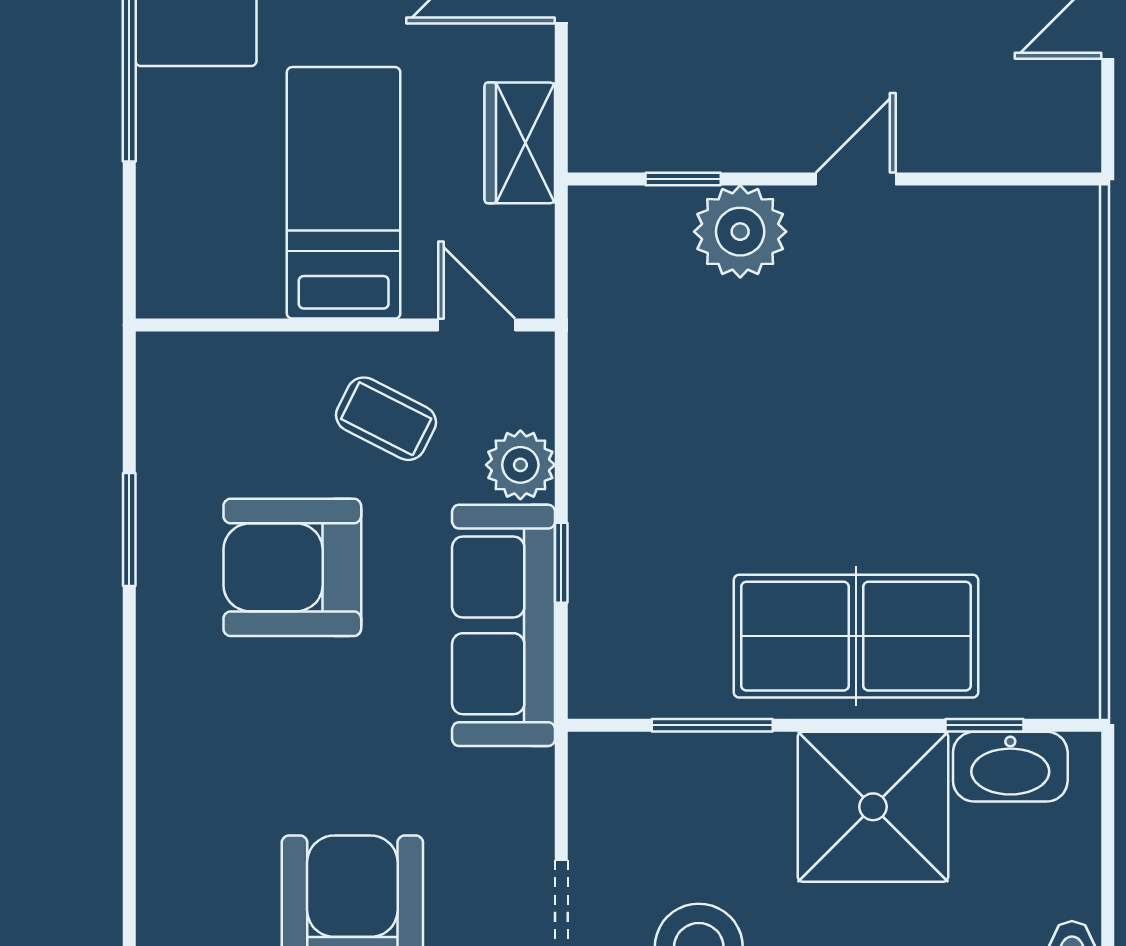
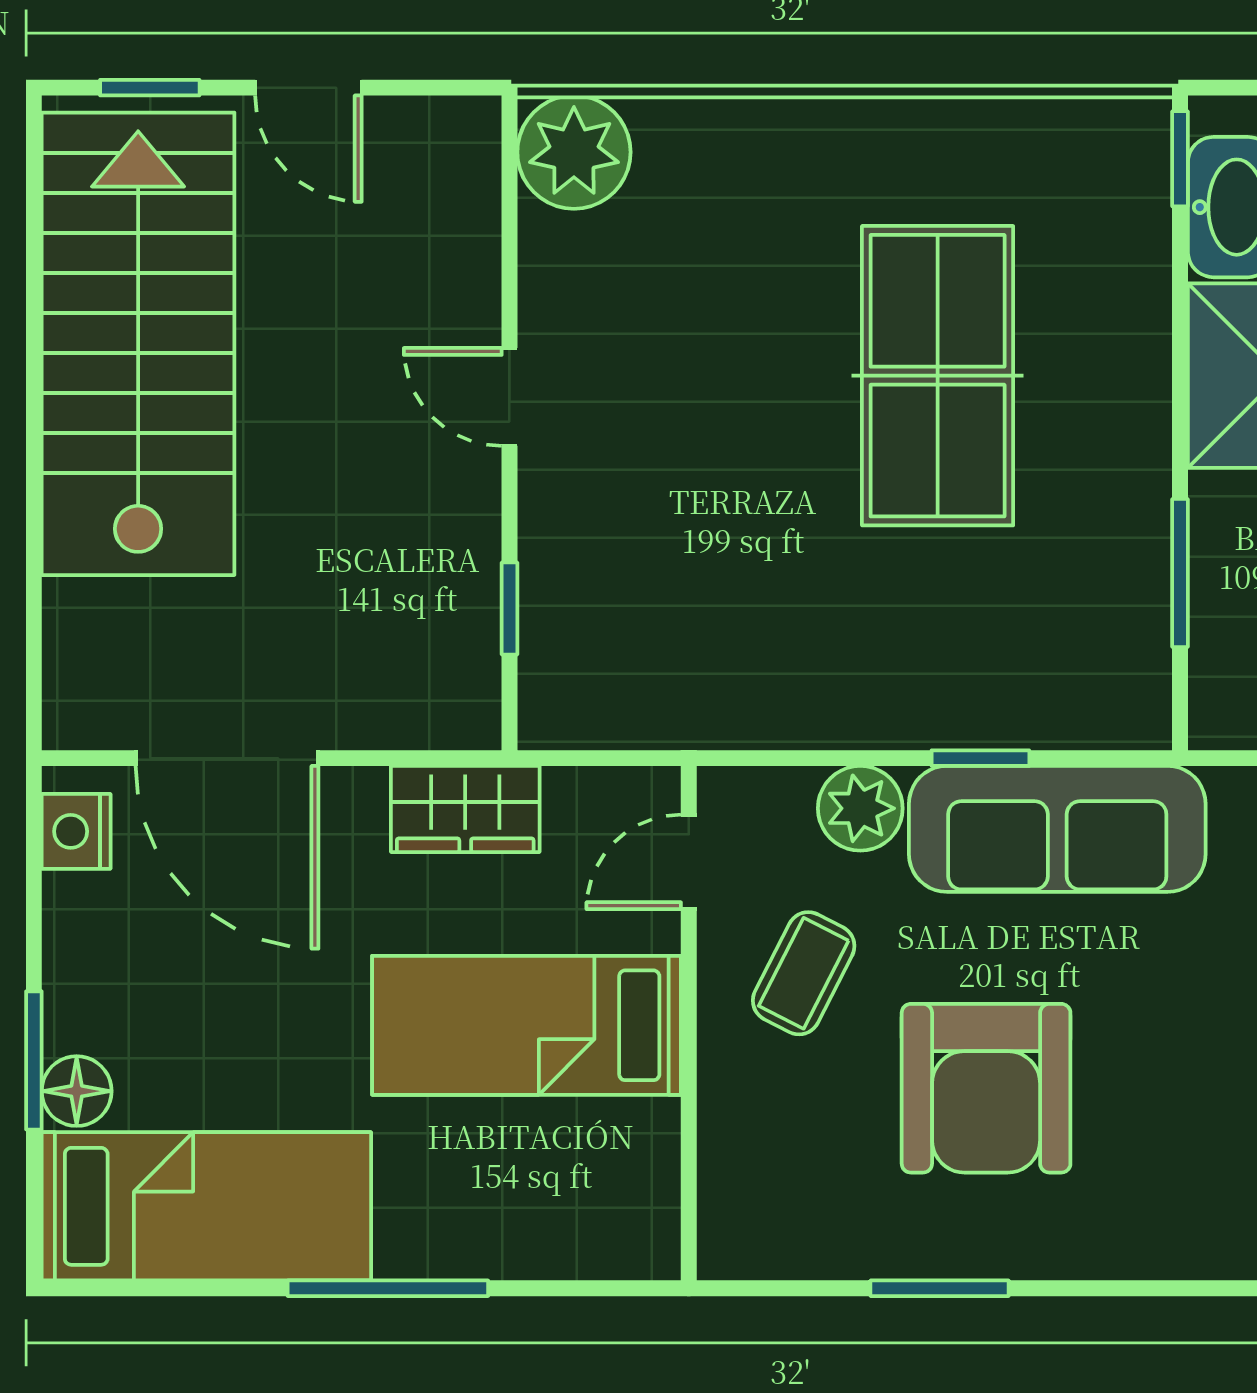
plant: (740, 232) -> (574, 152), moved
table tennis table: (856, 636) -> (938, 376), moved
window: (984, 725) -> (1180, 159), moved

